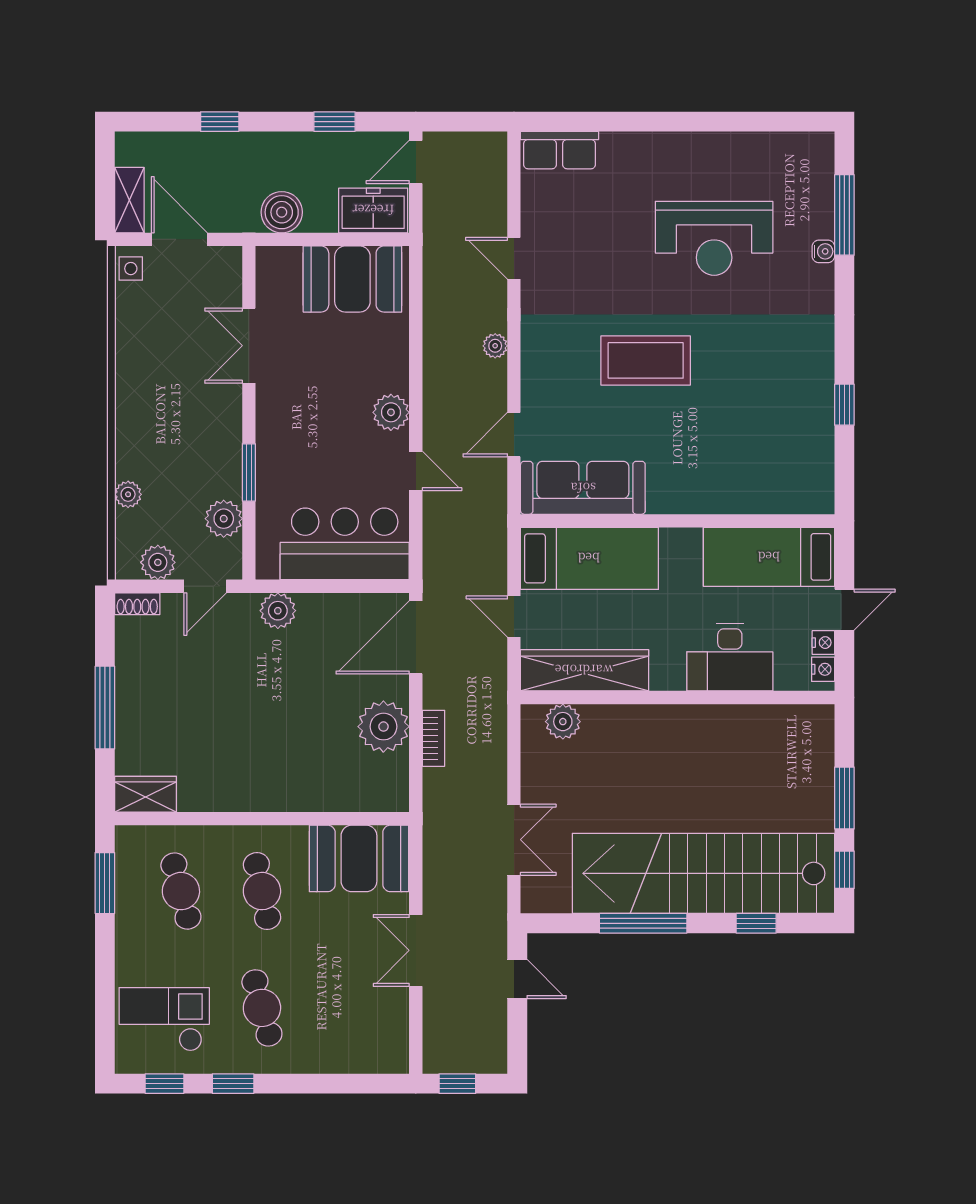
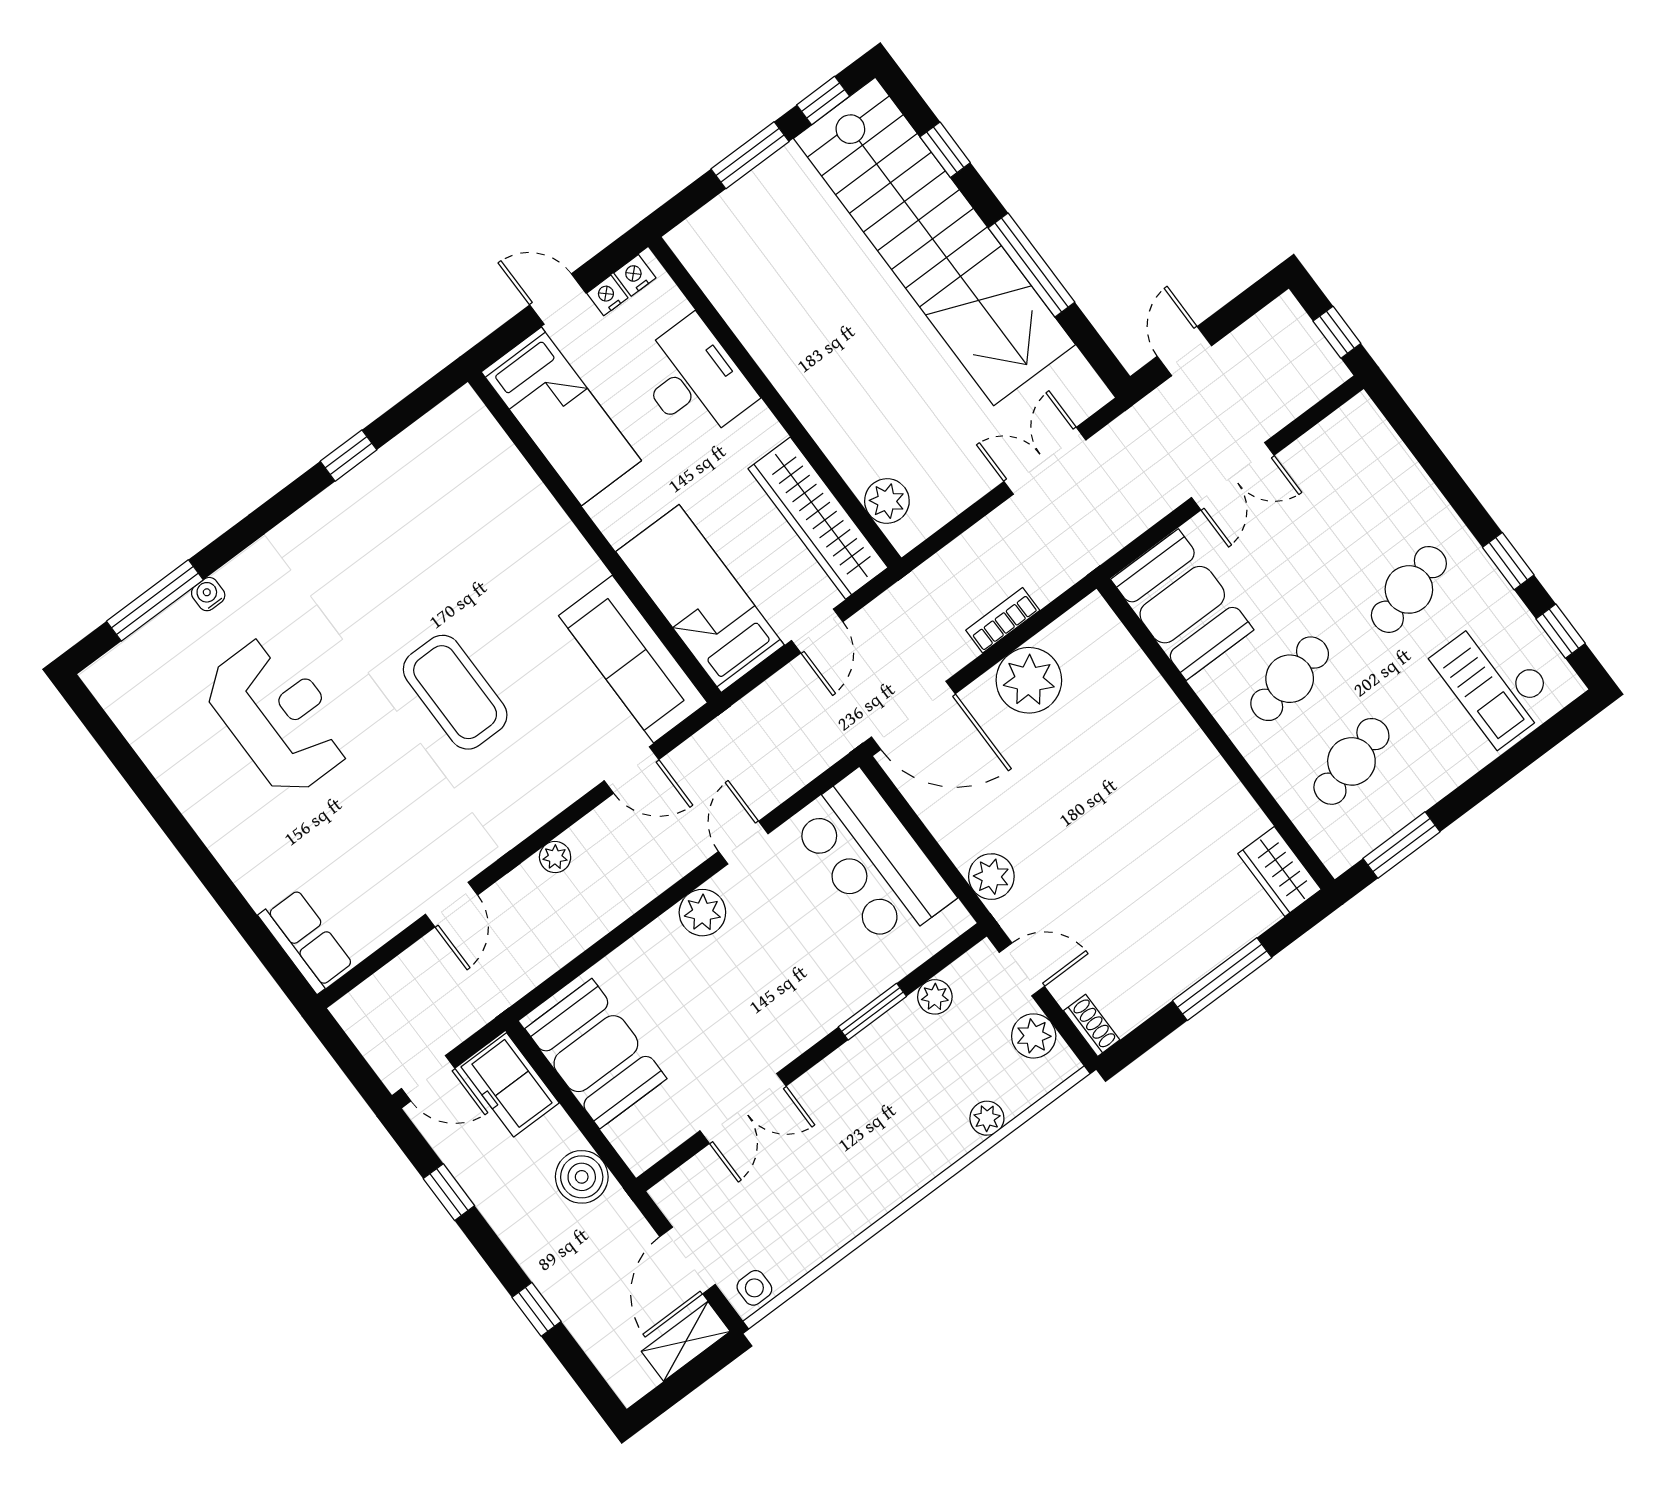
plant: (224, 519) -> (935, 997), width x0.73, depth x0.73

